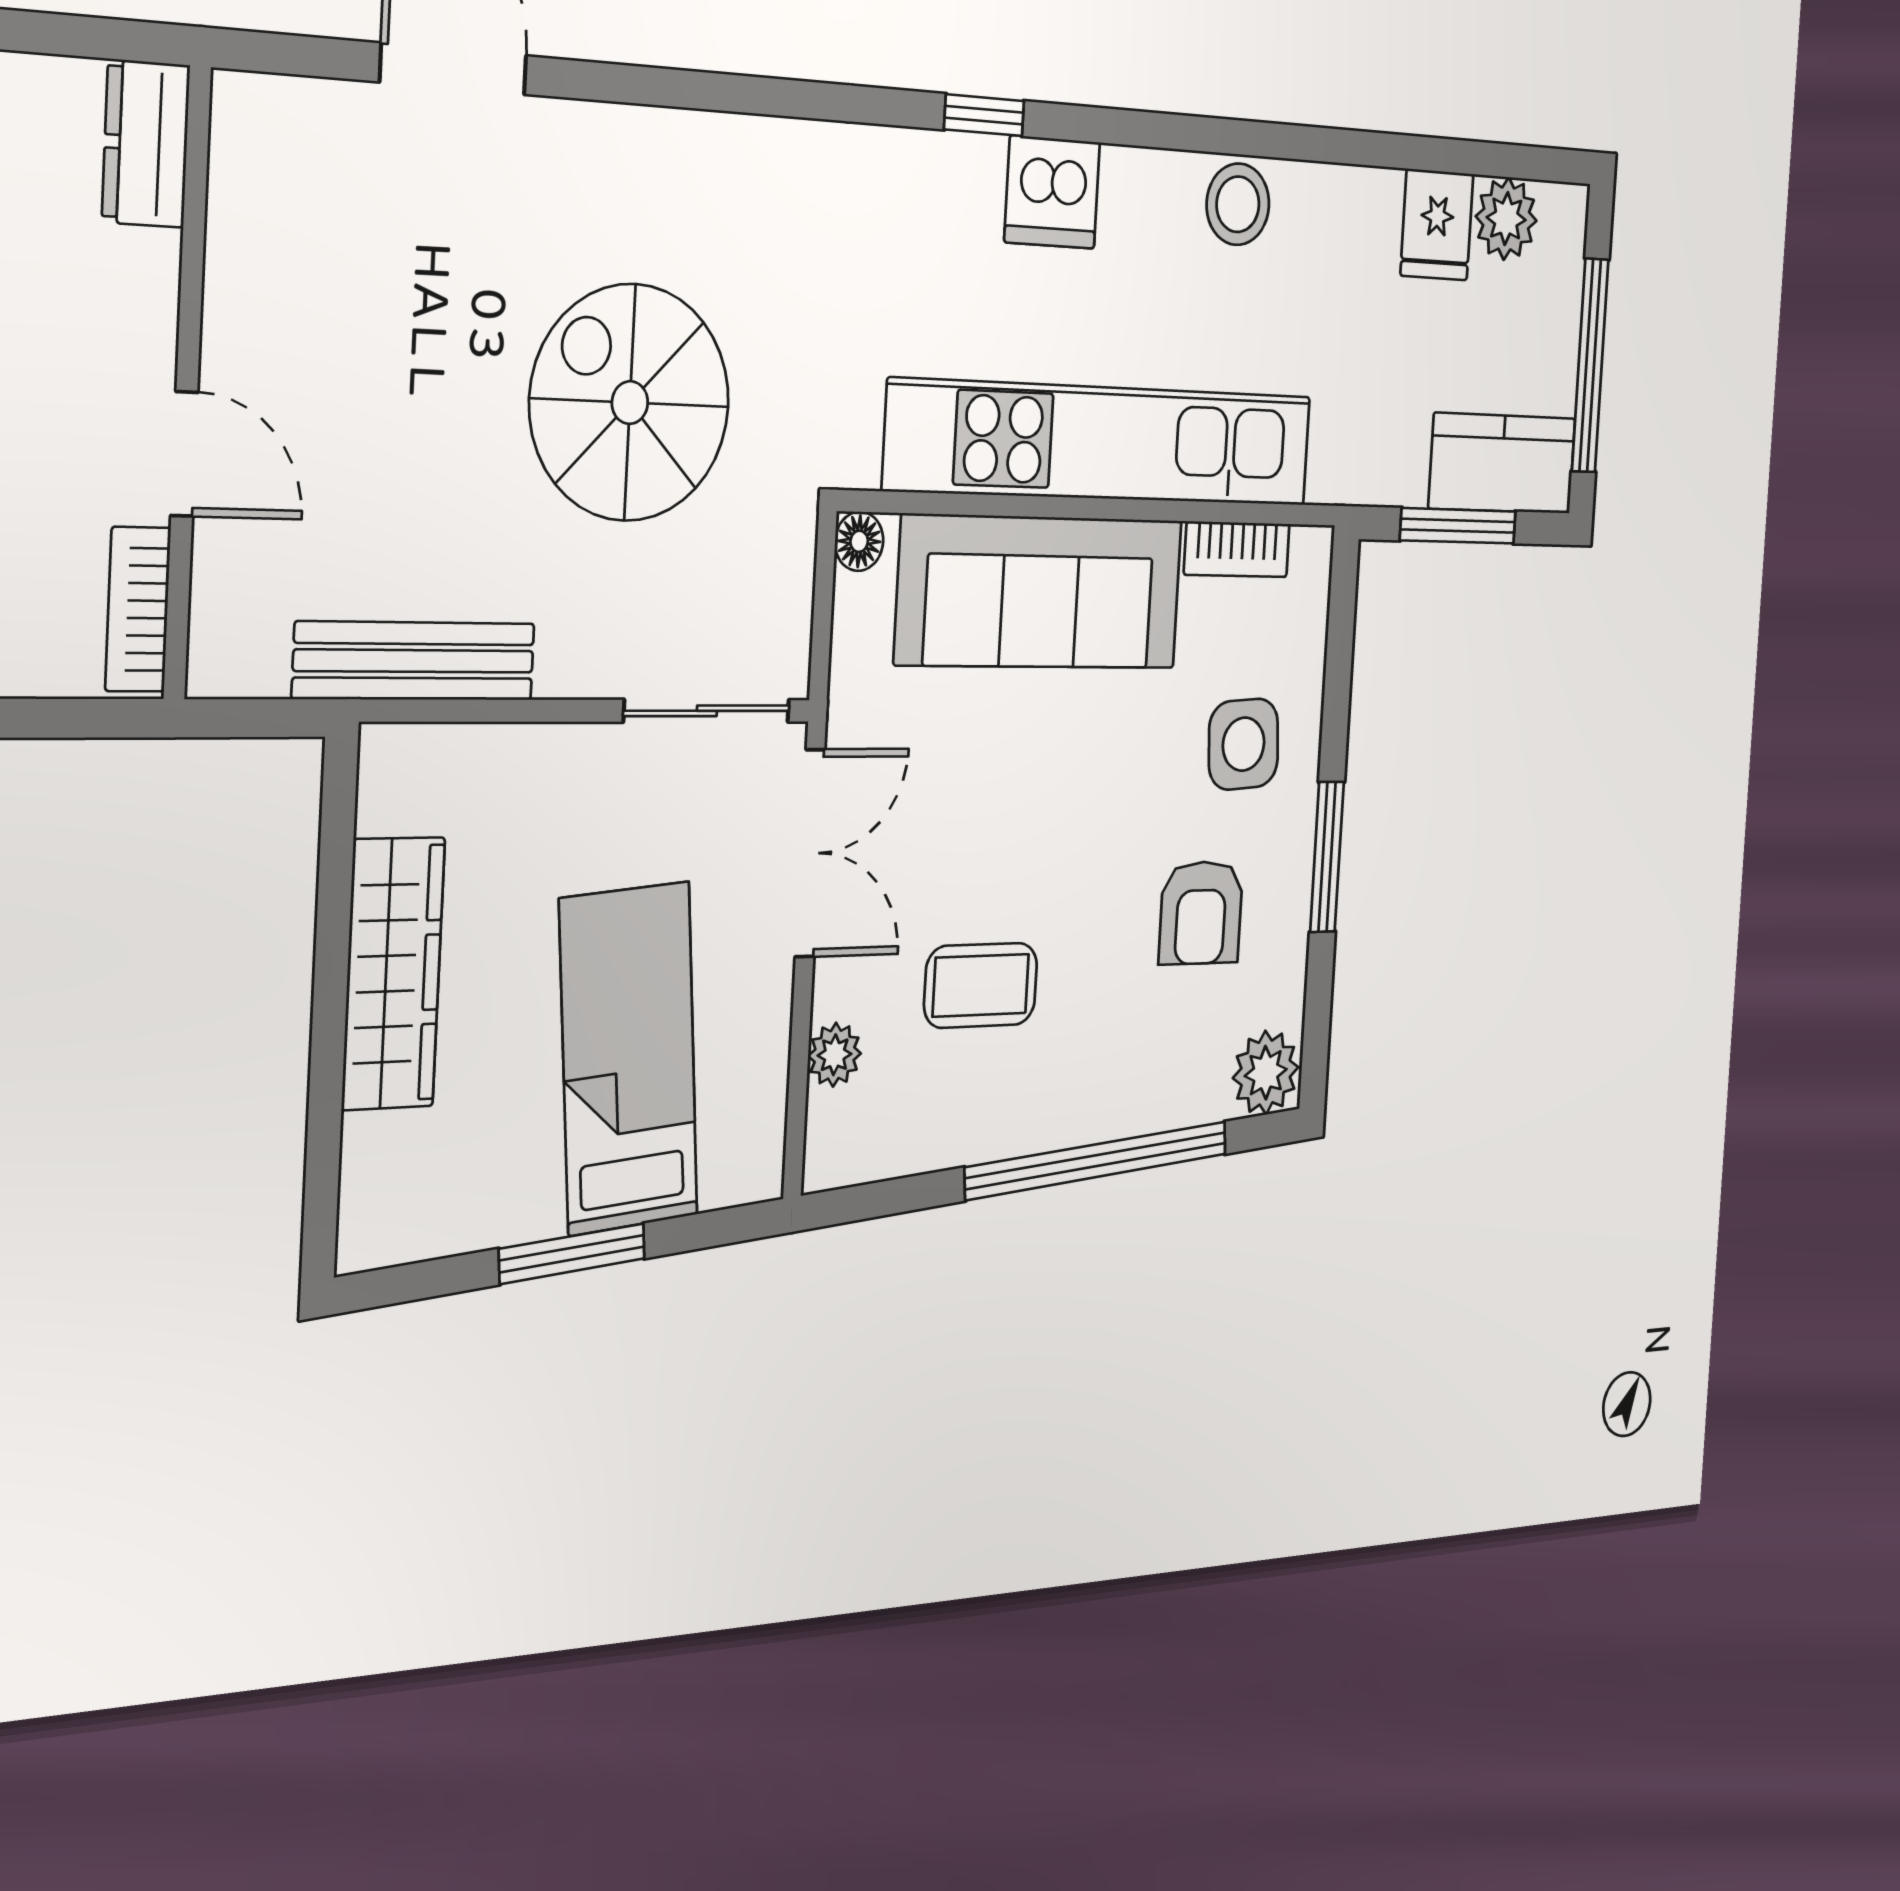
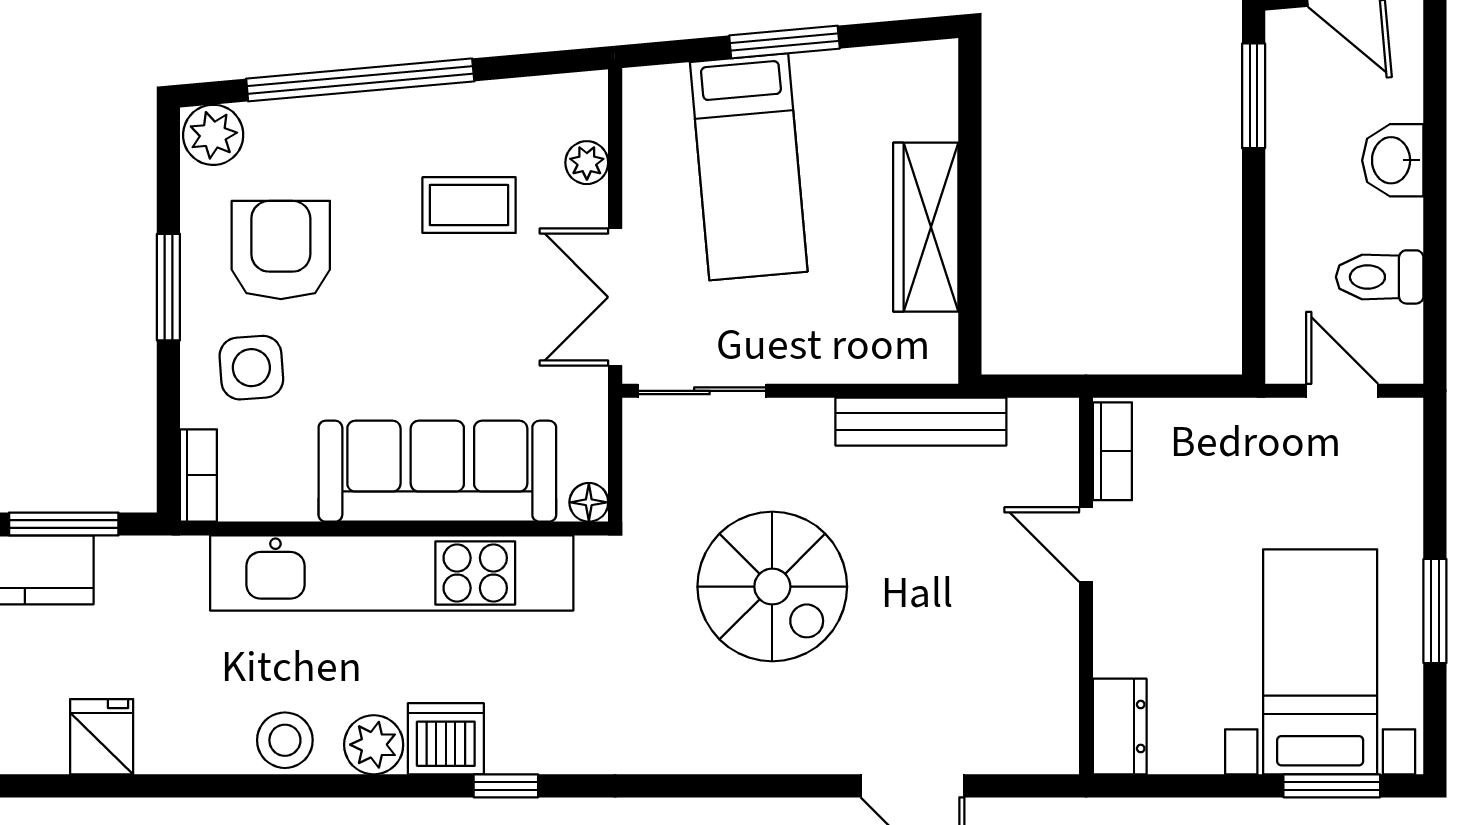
plant: (1506, 219) -> (374, 745), moved
bookcase: (1237, 549) -> (198, 475), moved, turned 90
armchair: (1201, 913) -> (281, 250), width x1.38, depth x1.38

